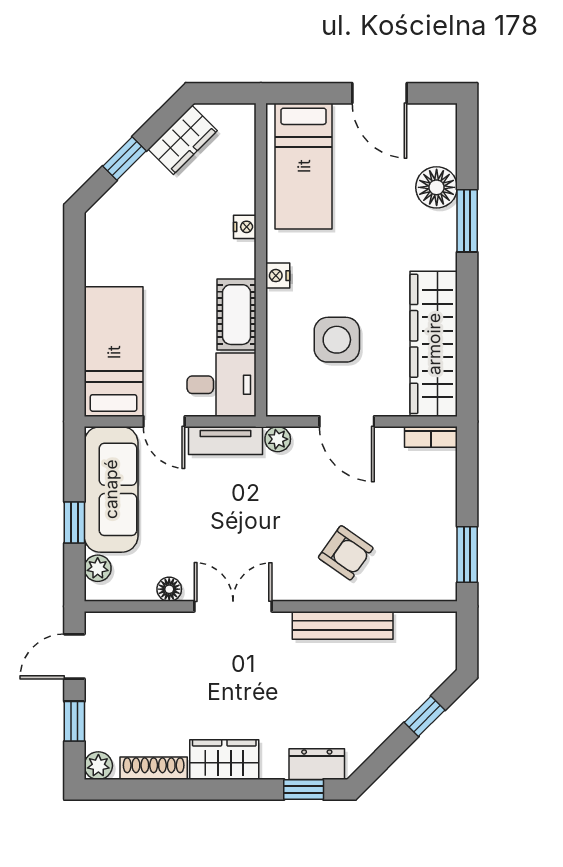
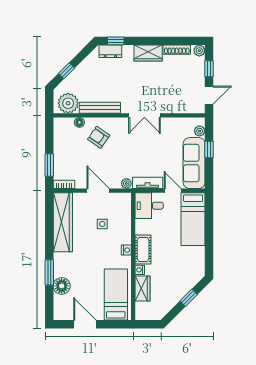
wardrobe: (183, 140) -> (143, 288), moved, turned 135
cot: (236, 315) -> (143, 249), moved
side table: (337, 340) -> (102, 224), width x0.54, depth x0.54
window: (467, 555) -> (49, 165), moved
floor lamp: (169, 589) -> (79, 122), moved
plant: (421, 636) -> (68, 103), added

